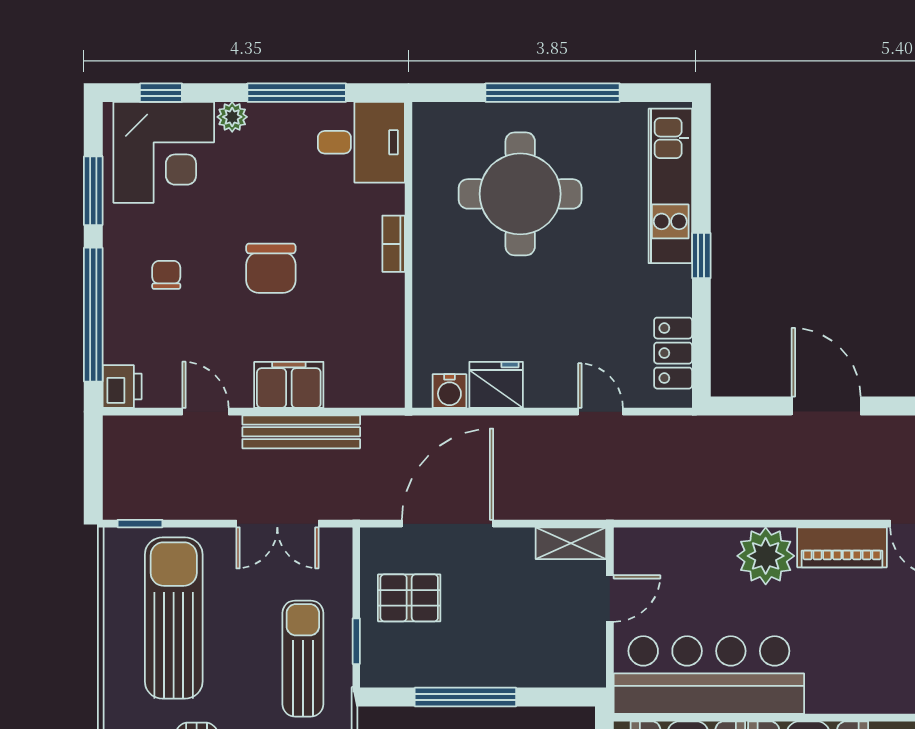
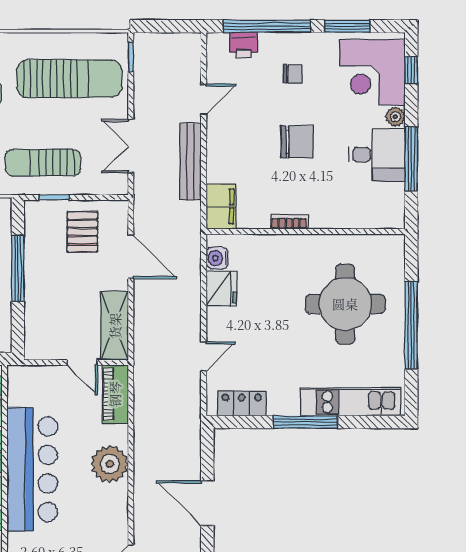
desk: (361, 142) -> (377, 155), moved, turned -90
bookcase: (394, 244) -> (289, 222), moved
window: (701, 256) -> (305, 422), width x2.17
chair: (271, 268) -> (297, 142), turned 180
filing cabinet: (289, 385) -> (221, 206), moved
printer: (122, 386) -> (244, 45), moved
door: (826, 406) -> (207, 503), swing flipped
door: (447, 524) -> (131, 257), width x0.73
shelving: (571, 543) -> (115, 326), width x1.50, depth x1.33
piano: (842, 547) -> (115, 394), moved
sun lounger: (303, 659) -> (43, 163), turned 180
bar counter: (709, 675) -> (32, 469), moved

